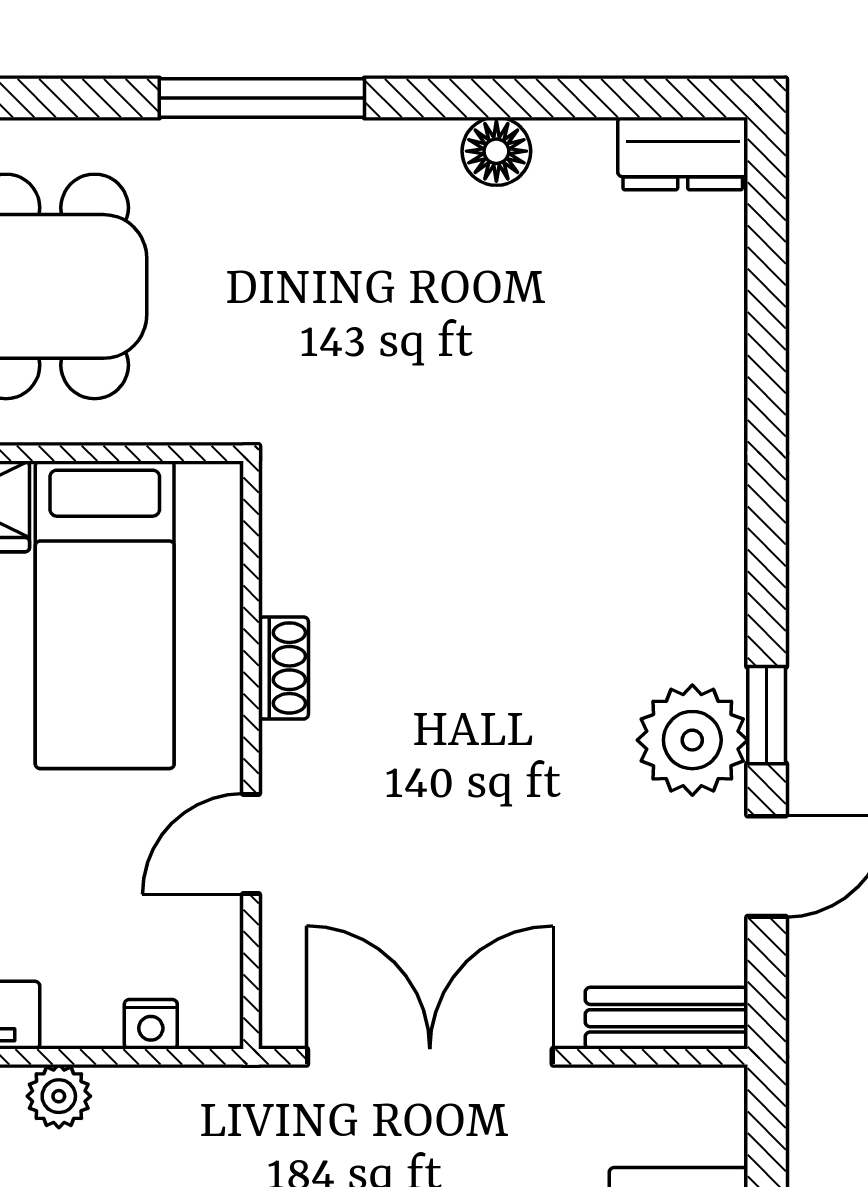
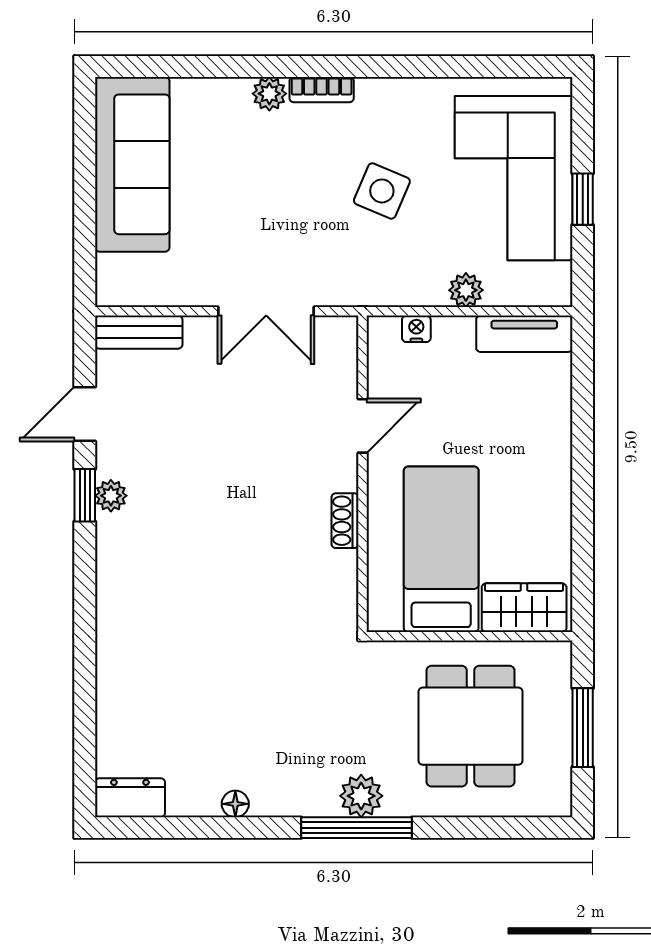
floor lamp: (496, 151) -> (235, 804), width x0.73, depth x0.73
plant: (253, 157) -> (361, 796), added
plant: (692, 740) -> (111, 496), width x0.53, depth x0.53
double door: (430, 1057) -> (266, 311), width x0.73

